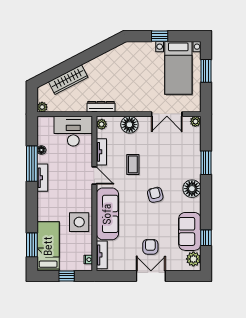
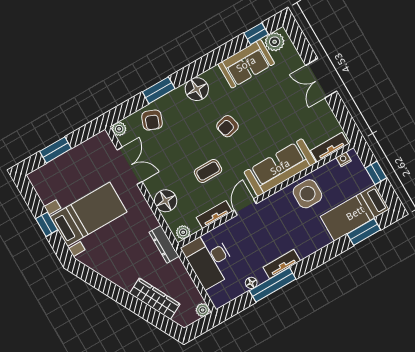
bed with nightstands: (178, 68) -> (88, 214), moved
window: (206, 238) -> (256, 34), moved
armchair: (150, 247) -> (152, 120), moved, turned -69

